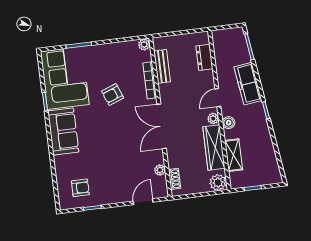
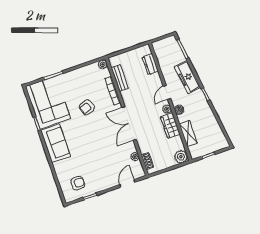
wardrobe: (214, 147) -> (170, 126), width x0.67

